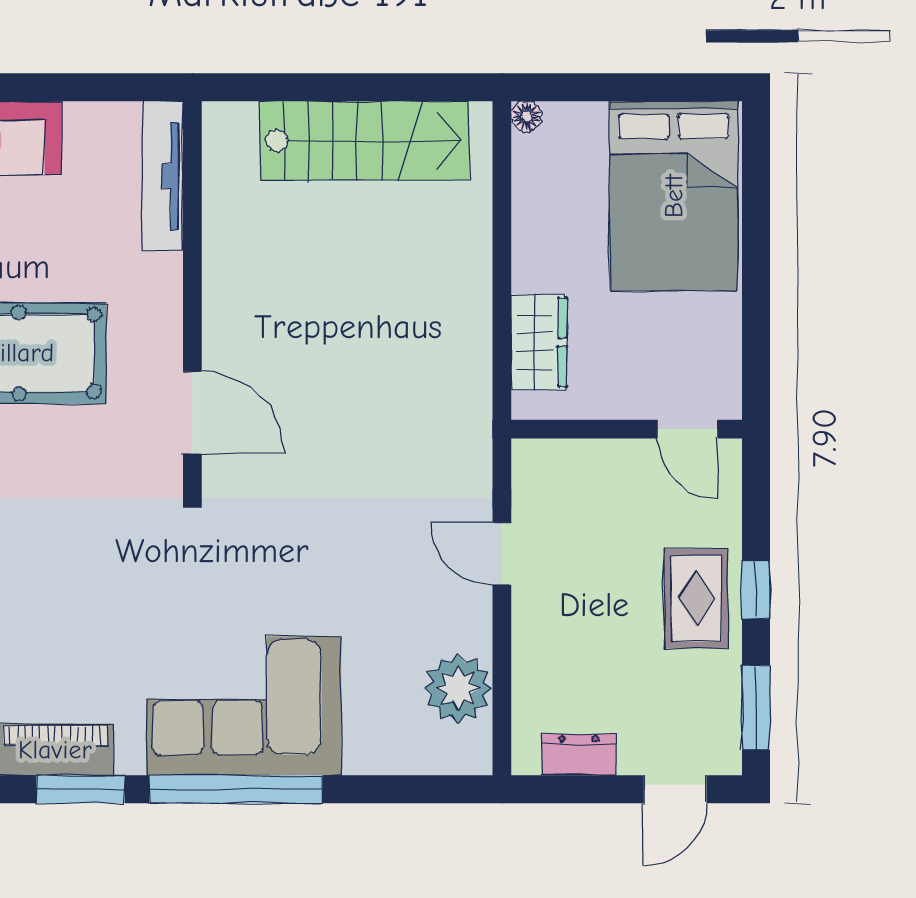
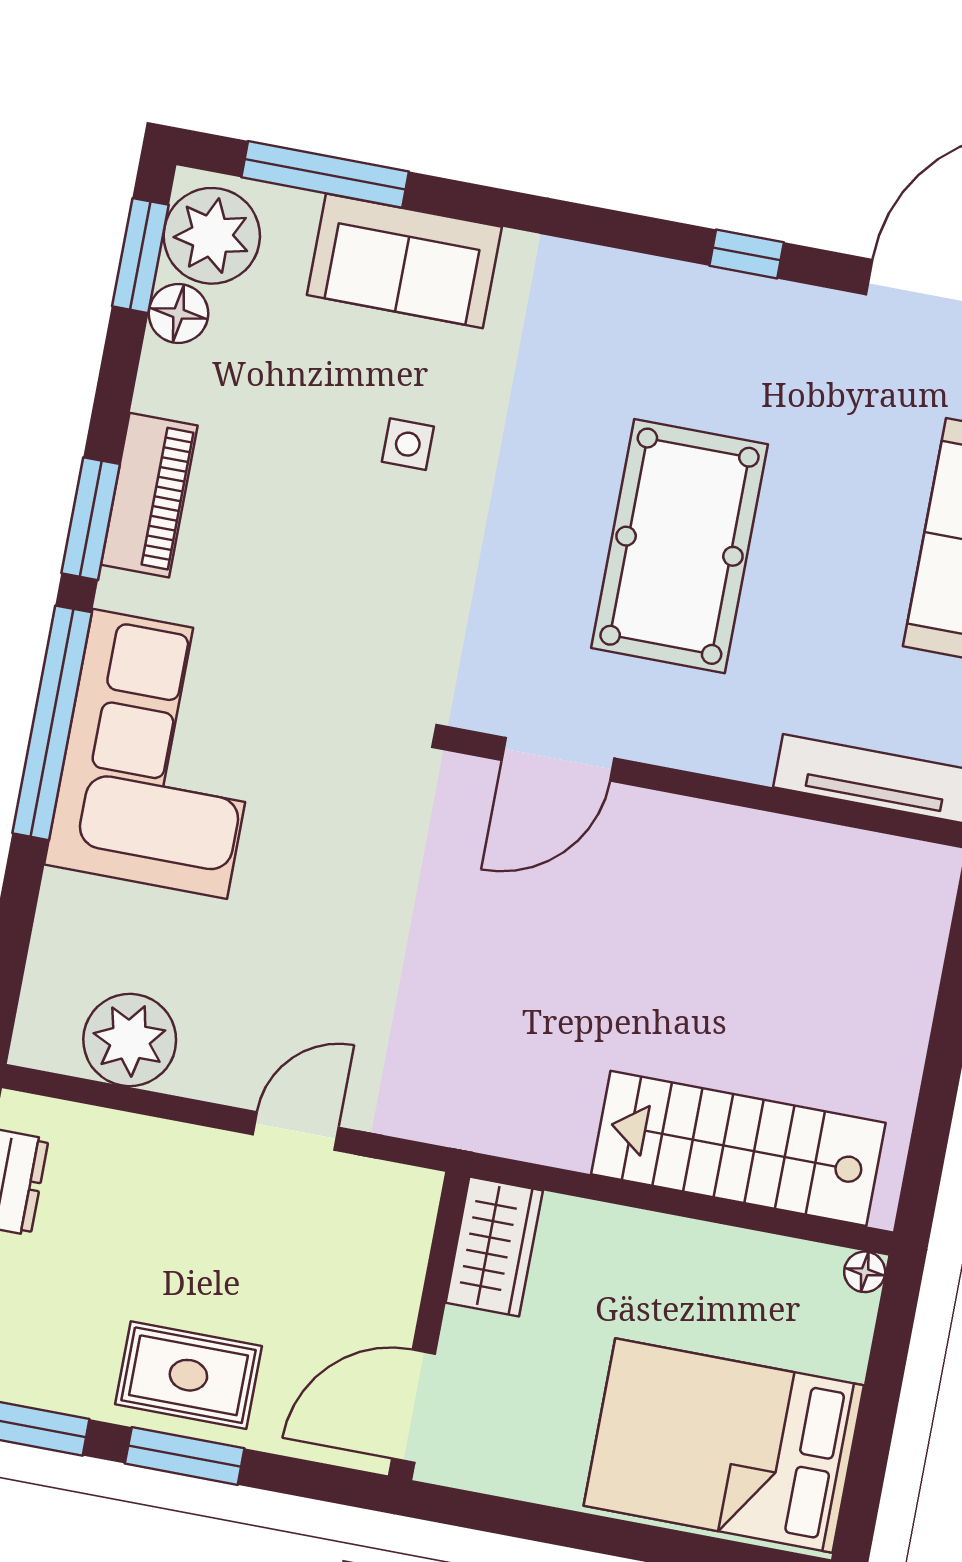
stairs: (364, 141) -> (738, 1148), moved, turned 90
wardrobe: (539, 342) -> (494, 1247), moved, turned -90
door: (688, 429) -> (413, 1406), width x1.38
window: (756, 590) -> (185, 1456), width x1.50

